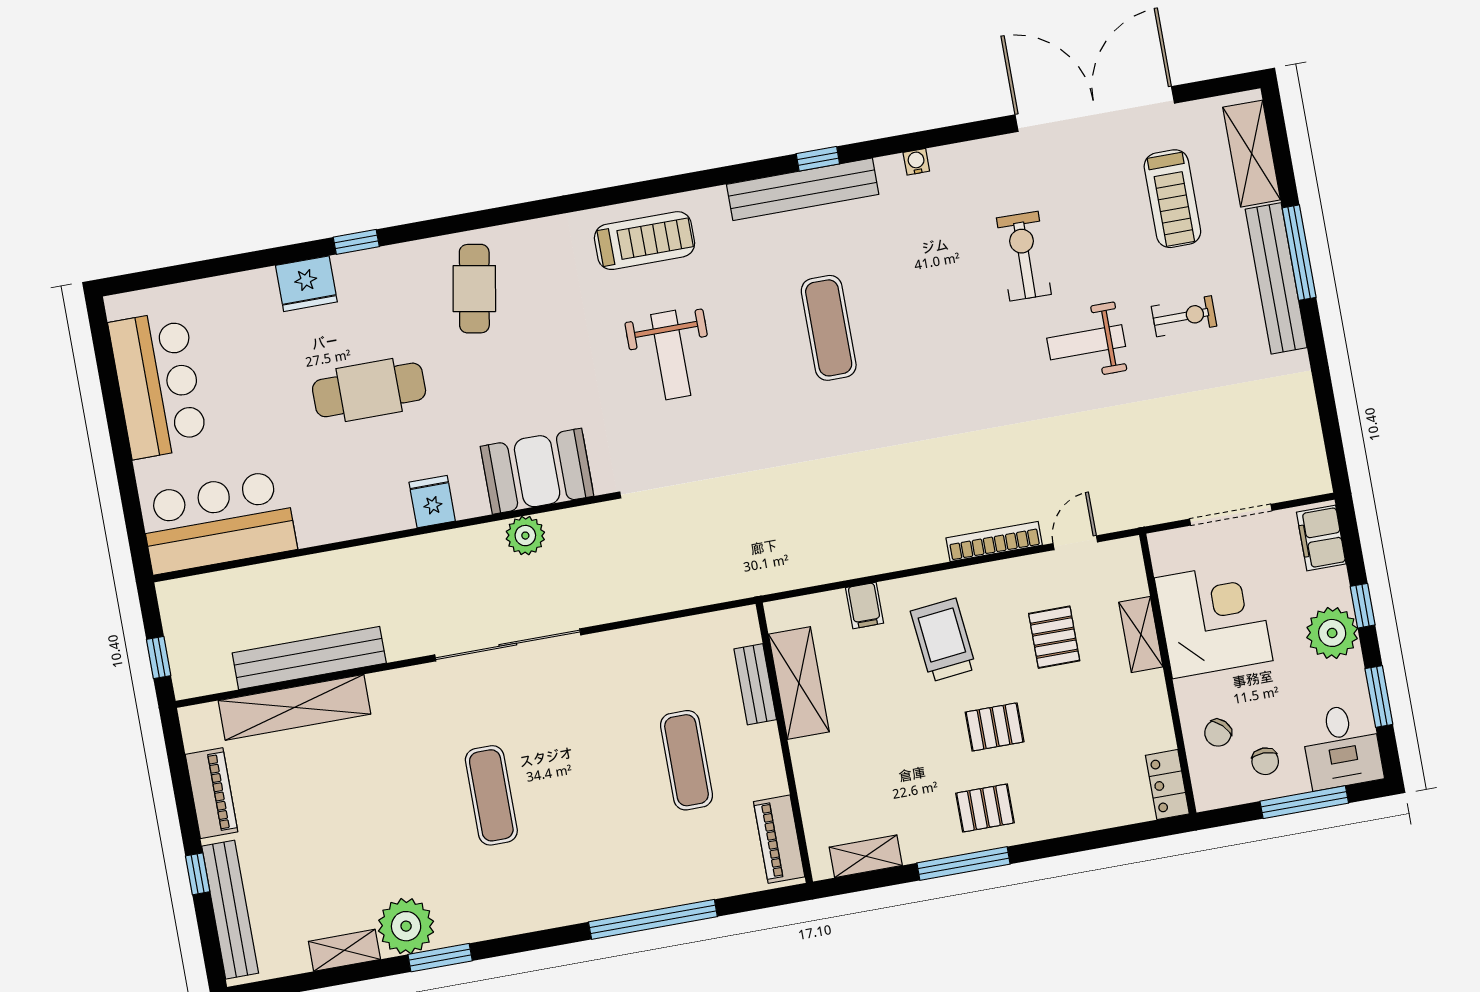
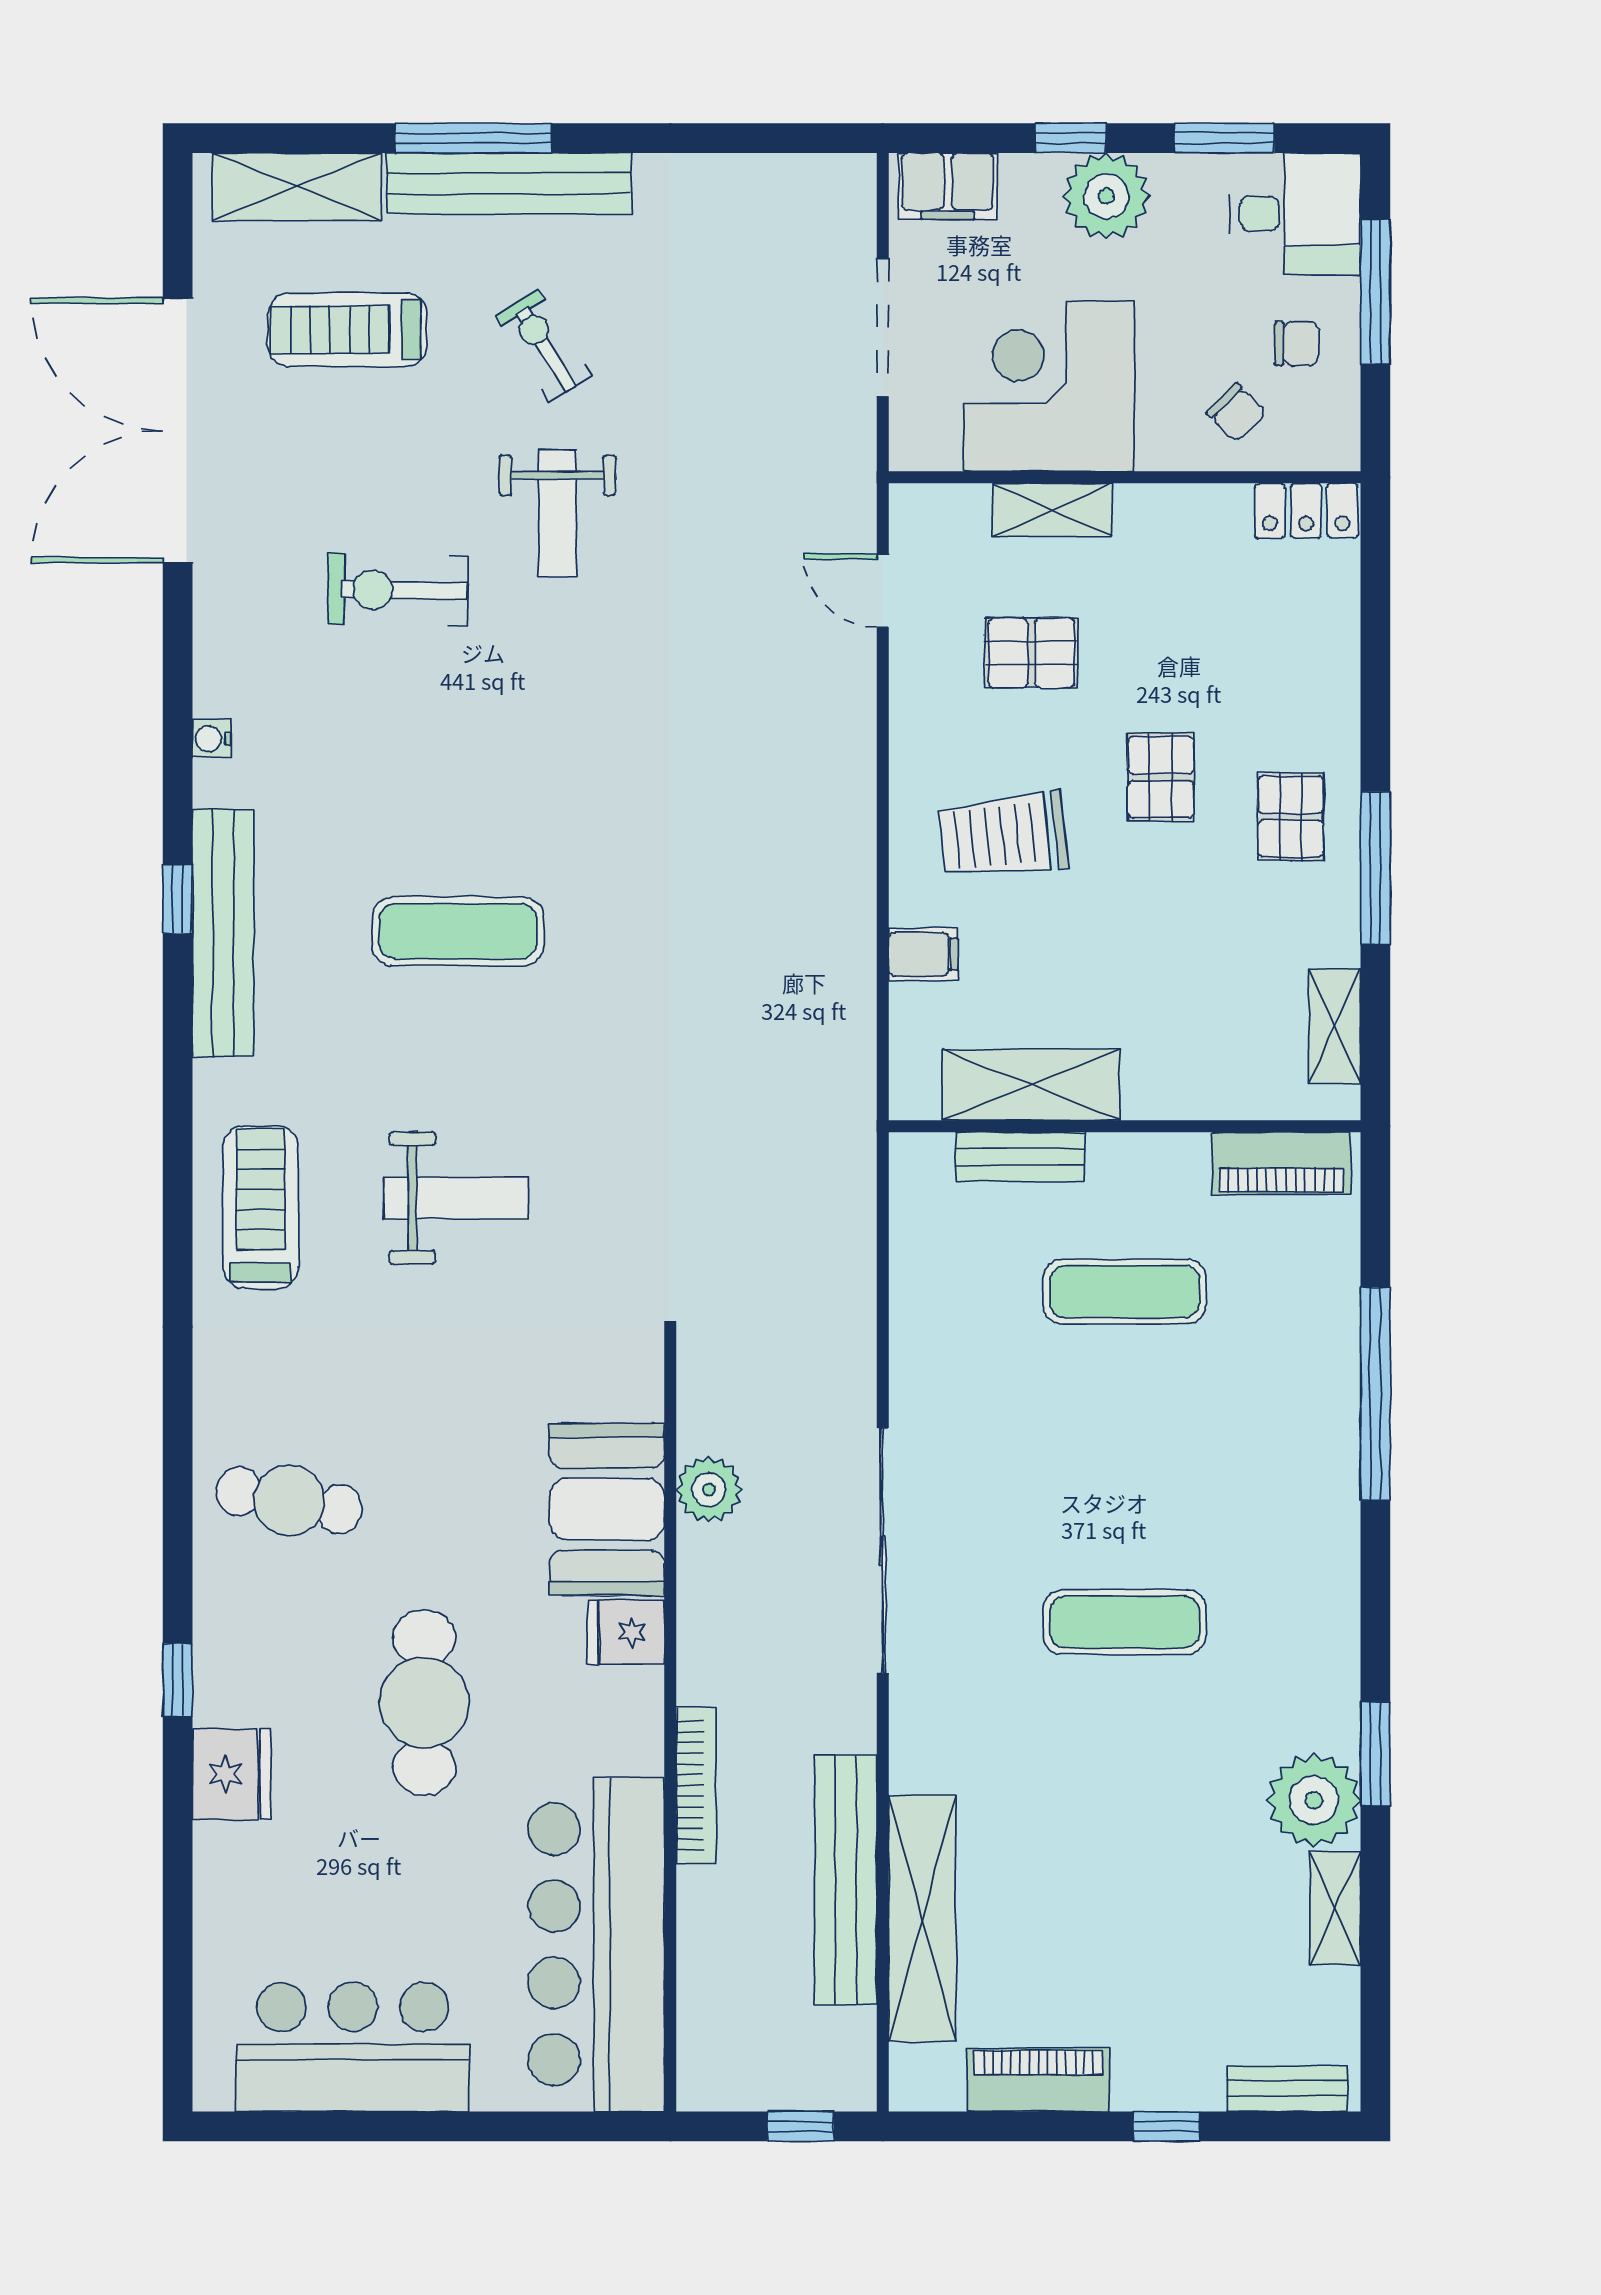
treadmill: (1172, 199) -> (348, 330), turned 180
exercise bike: (1184, 316) -> (544, 345), turned -32
booth: (537, 471) -> (607, 1509), moved
bar counter: (218, 522) -> (596, 1944), width x1.36
bookcase: (994, 541) -> (696, 1785), moved, turned 180
bench: (230, 910) -> (1287, 2089), width x0.54, depth x0.82

